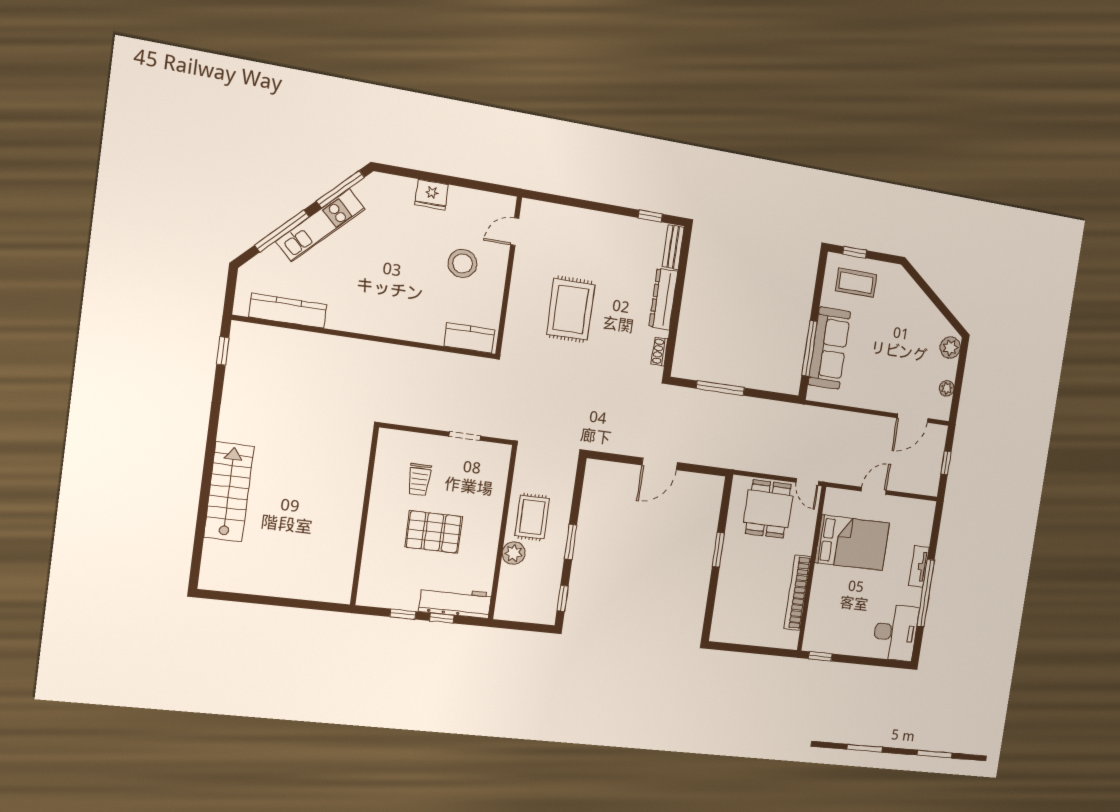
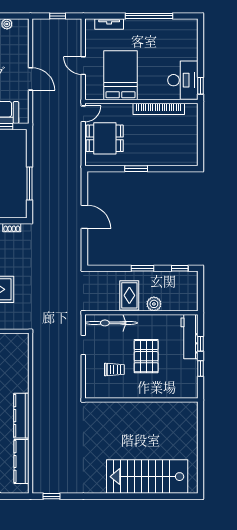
kitchen counter: (469, 338) -> (21, 416), moved, width x1.50
door: (912, 418) -> (31, 79), moved
bicycle: (493, 484) -> (111, 323), added
stairs: (229, 492) -> (147, 477), width x1.36, depth x1.51
rug: (532, 517) -> (129, 295), turned 90
tv unit: (919, 566) -> (109, 24), moved
desk: (896, 633) -> (183, 80), moved, turned 90

